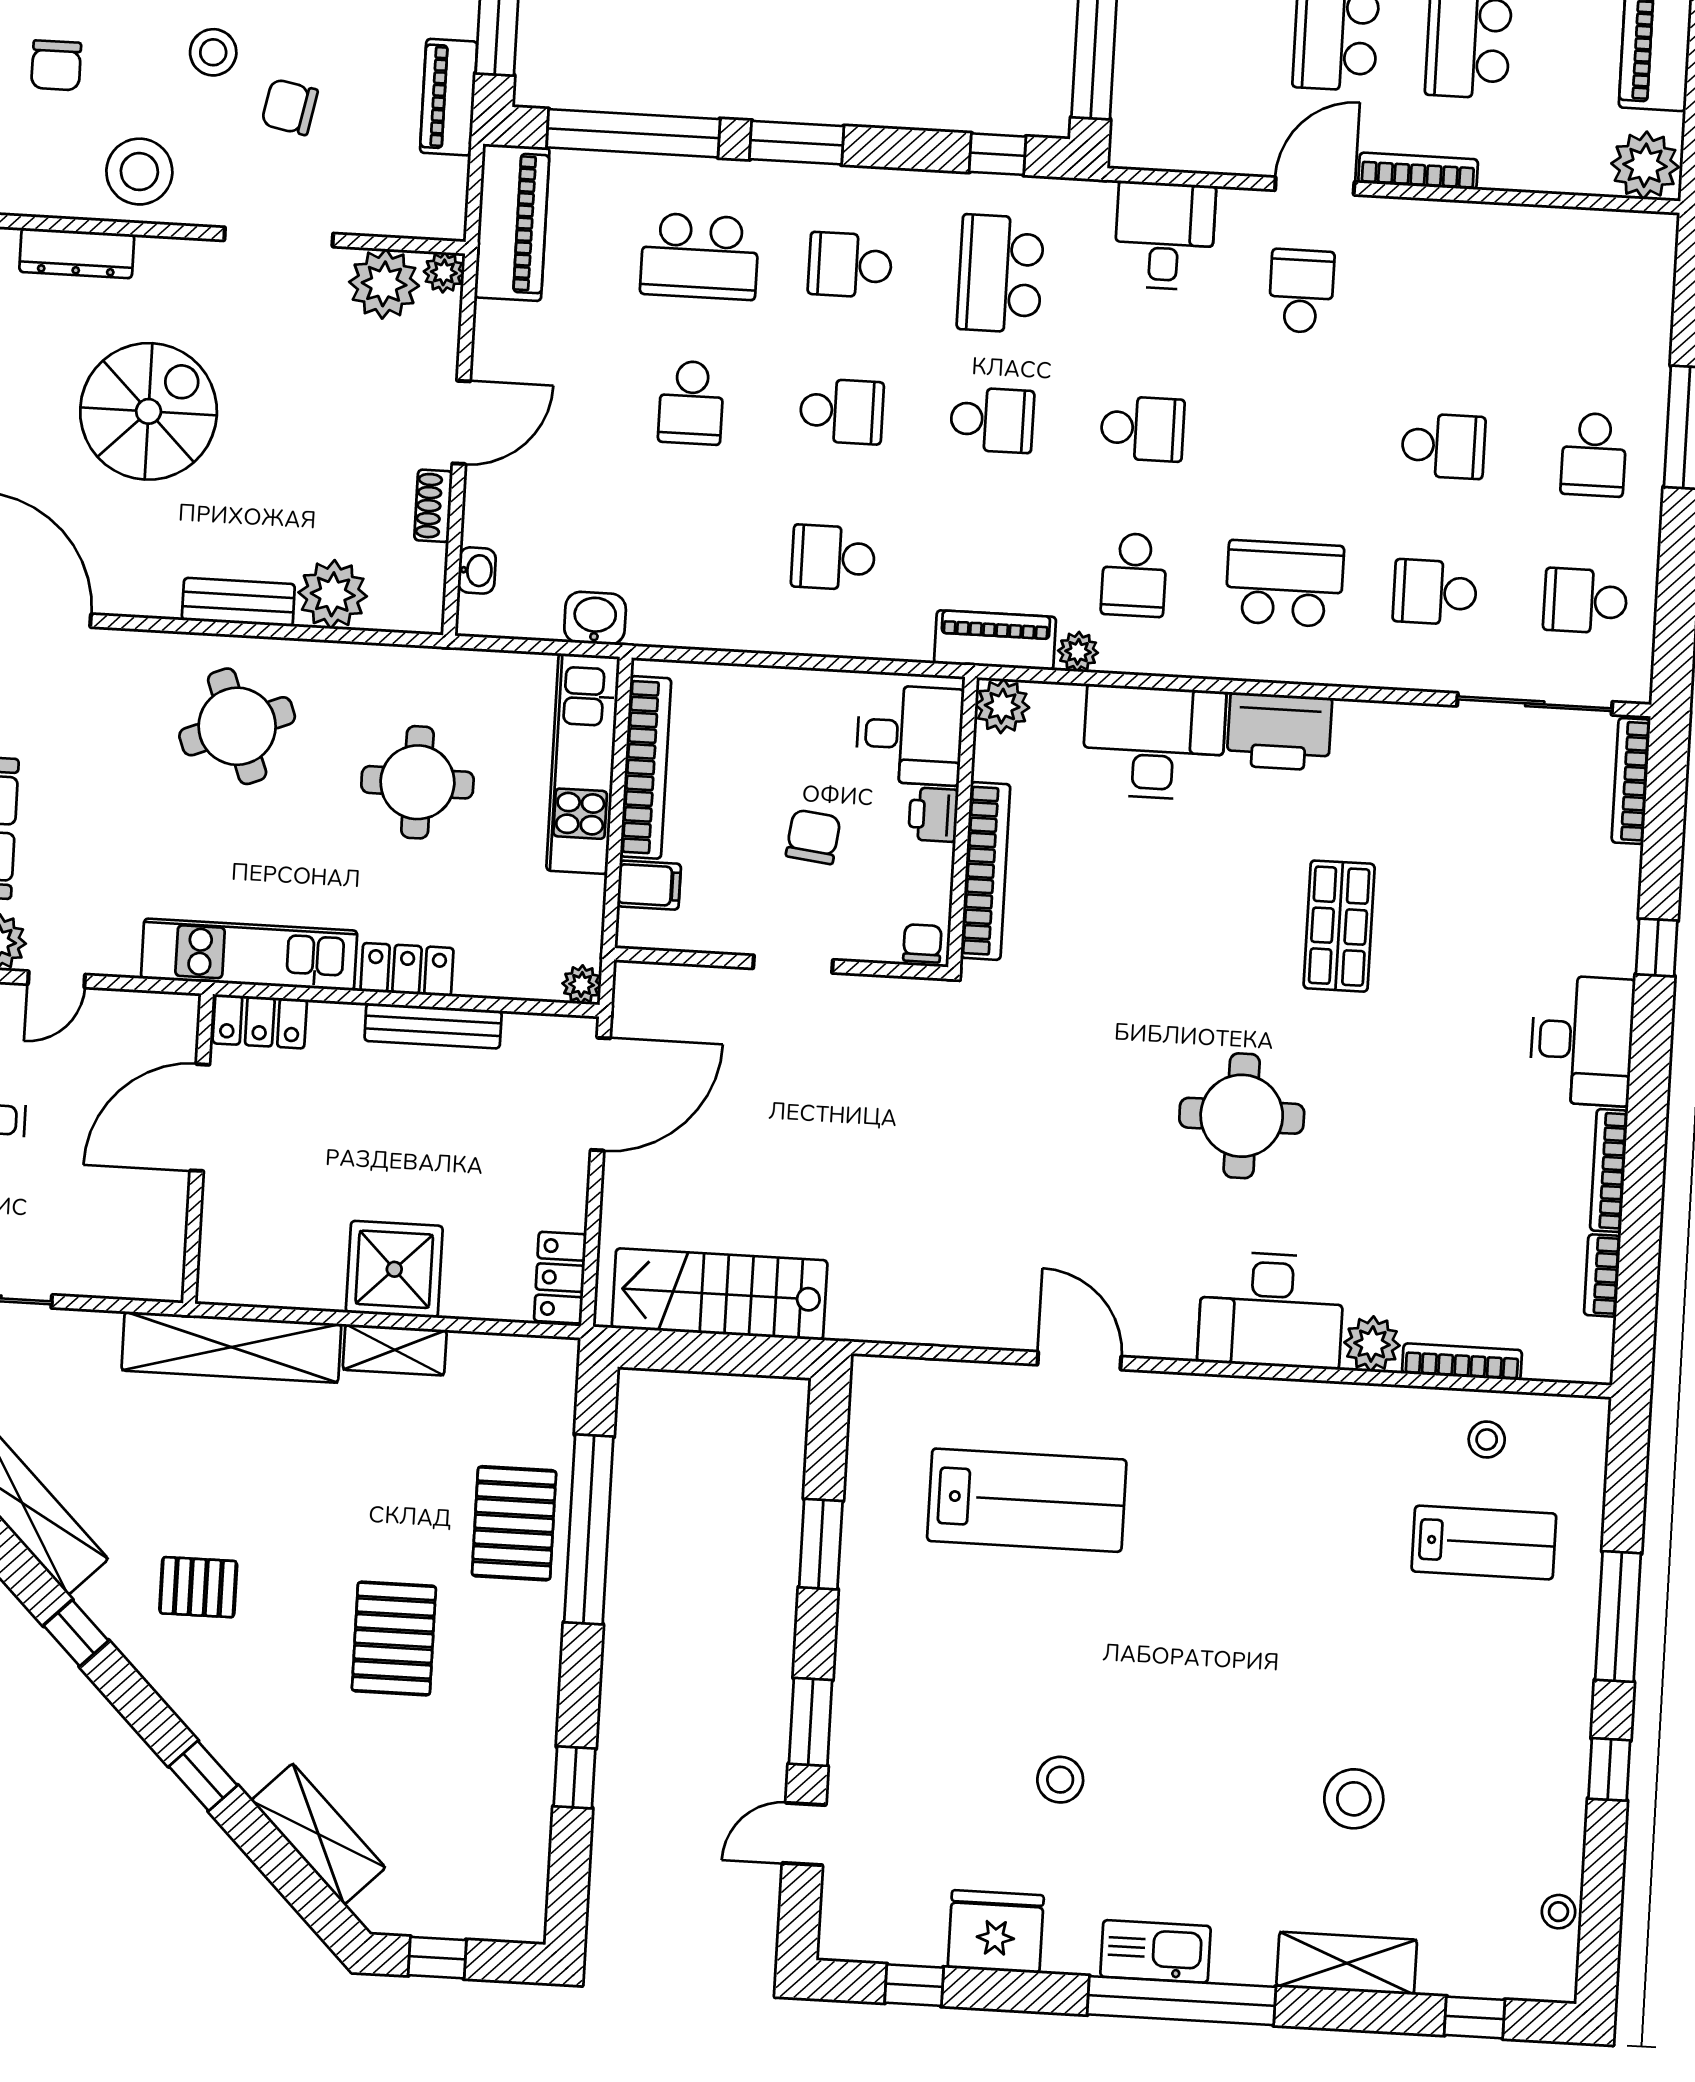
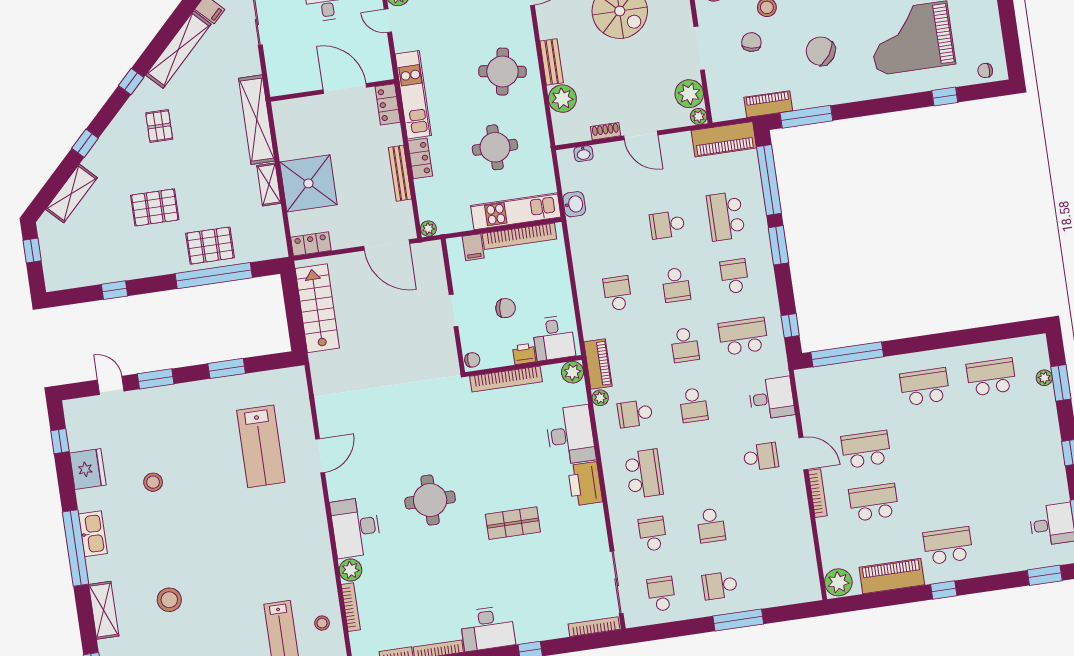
round table: (237, 726) -> (502, 72), turned 30
shower: (394, 1269) -> (308, 183), width x1.37, depth x1.37

